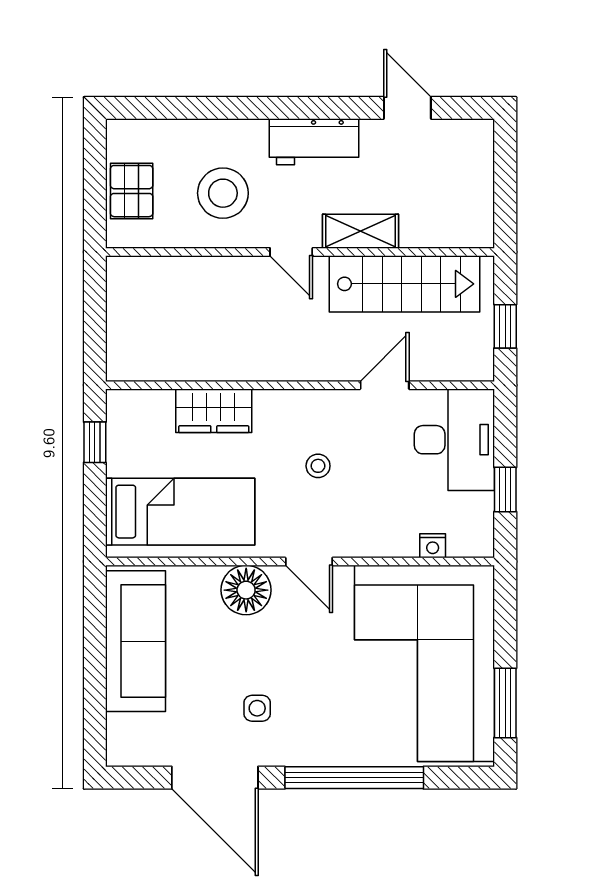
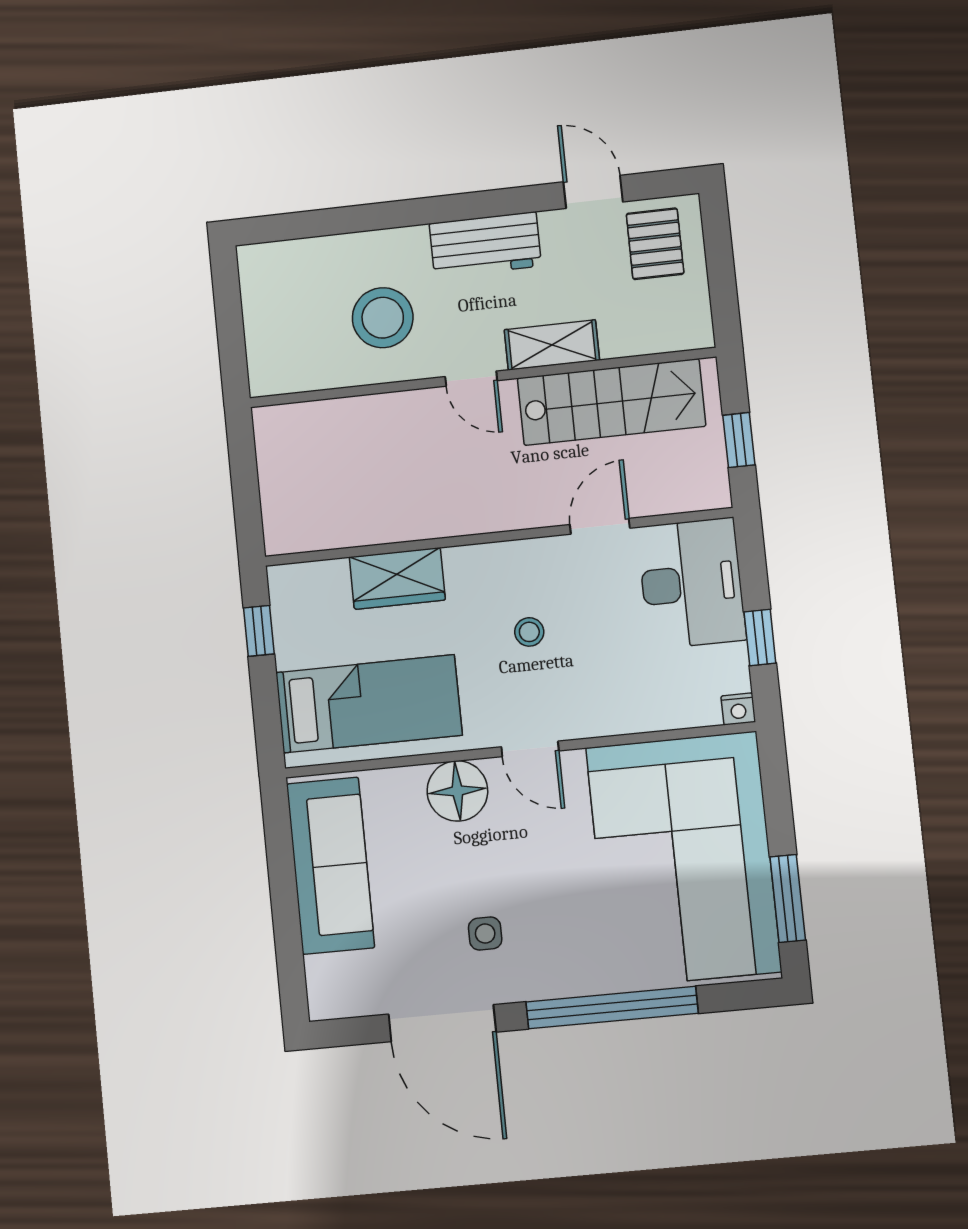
pallet: (132, 191) -> (655, 244), moved
nightstand: (433, 546) -> (738, 709), moved

